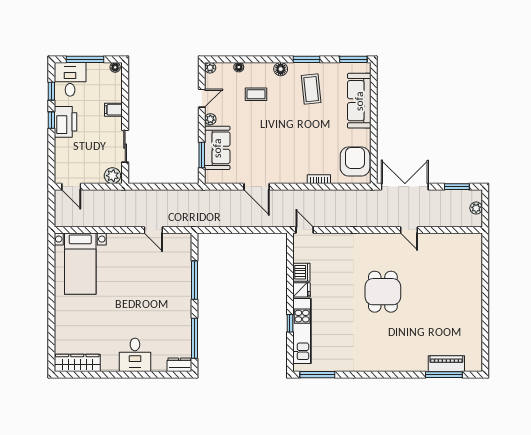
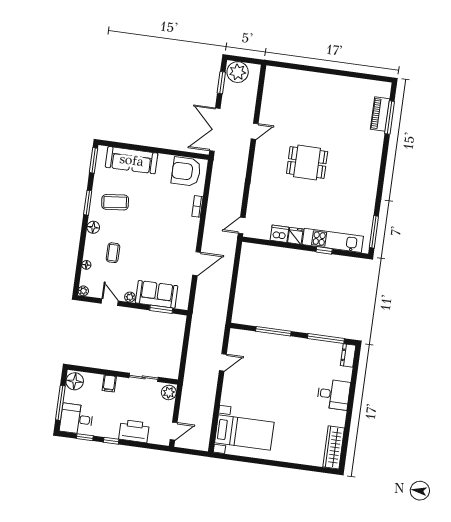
floor lamp: (115, 67) -> (75, 381), width x1.89, depth x1.89
printer: (65, 122) -> (134, 431), moved
plant: (476, 208) -> (238, 72), width x1.87, depth x1.87

